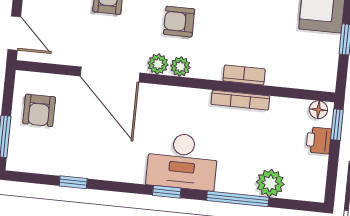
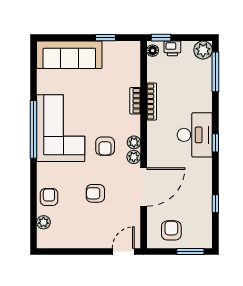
armchair: (39, 110) -> (171, 230), turned -90
plant: (270, 183) -> (203, 50), moved
window: (238, 199) -> (215, 72), moved

